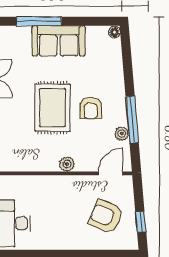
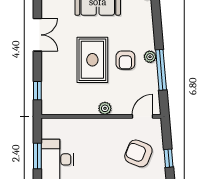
plant: (122, 134) -> (150, 57), moved

